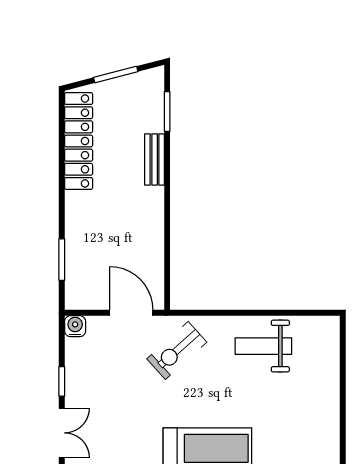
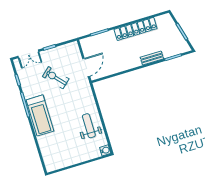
locker: (79, 141) -> (136, 29), moved
water cooler: (75, 326) -> (105, 150), moved
exercise bike: (177, 350) -> (56, 78), moved

